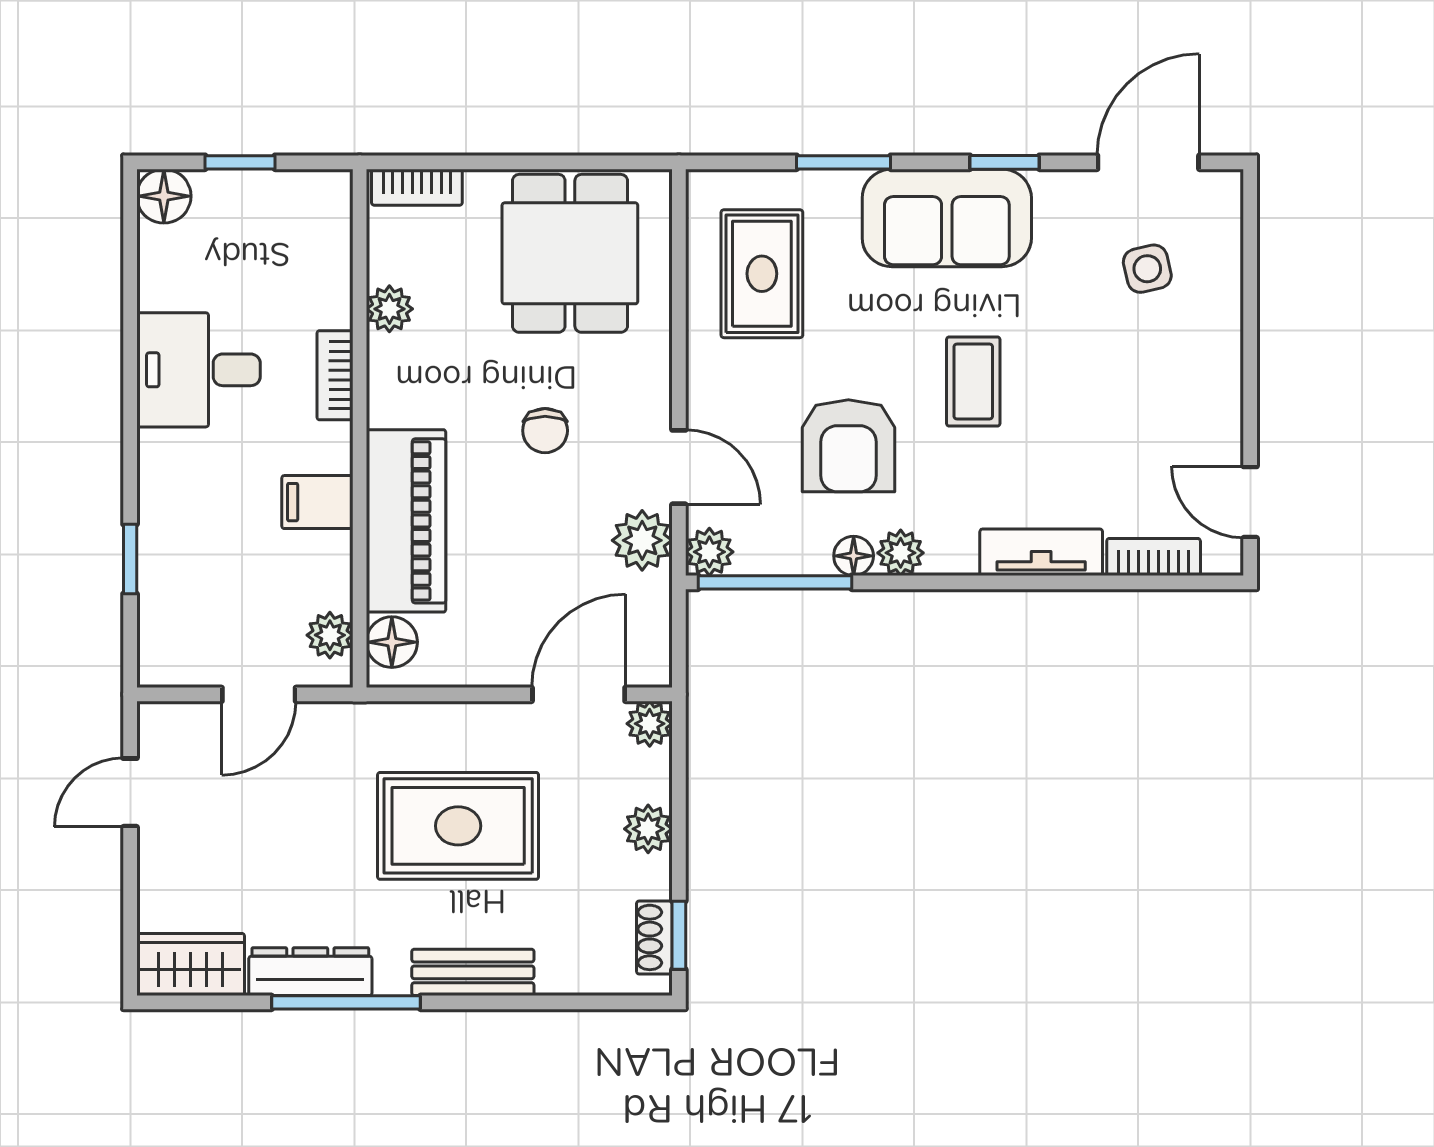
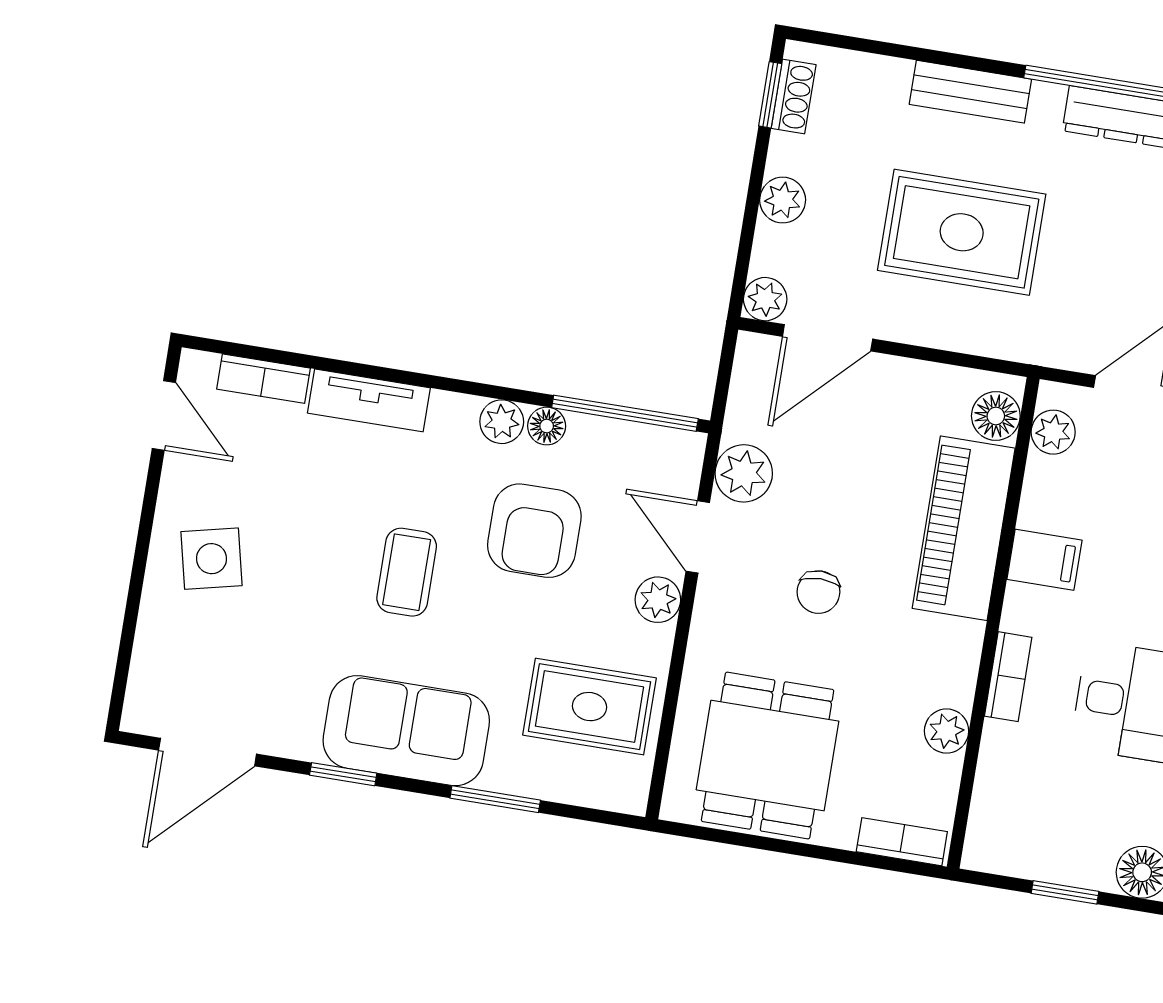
side table: (1147, 269) -> (211, 559), moved, width x1.37, depth x1.37
rug: (762, 274) -> (589, 707), turned 90
chair: (545, 431) -> (818, 592), turned 180
armchair: (848, 446) -> (534, 531), turned 180
plant: (709, 552) -> (658, 600), moved

